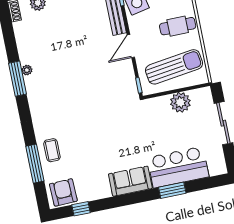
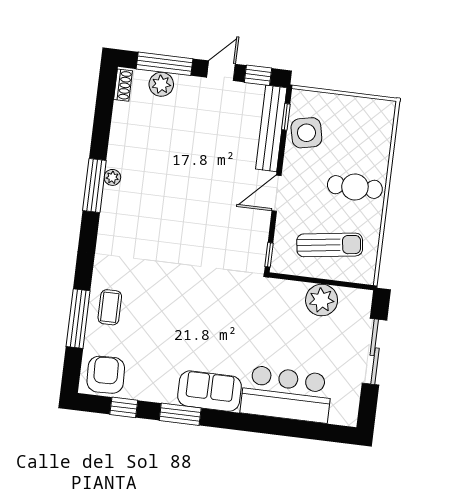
sun lounger: (174, 67) -> (330, 245), width x0.73, depth x0.75
window: (172, 190) -> (180, 414), moved

